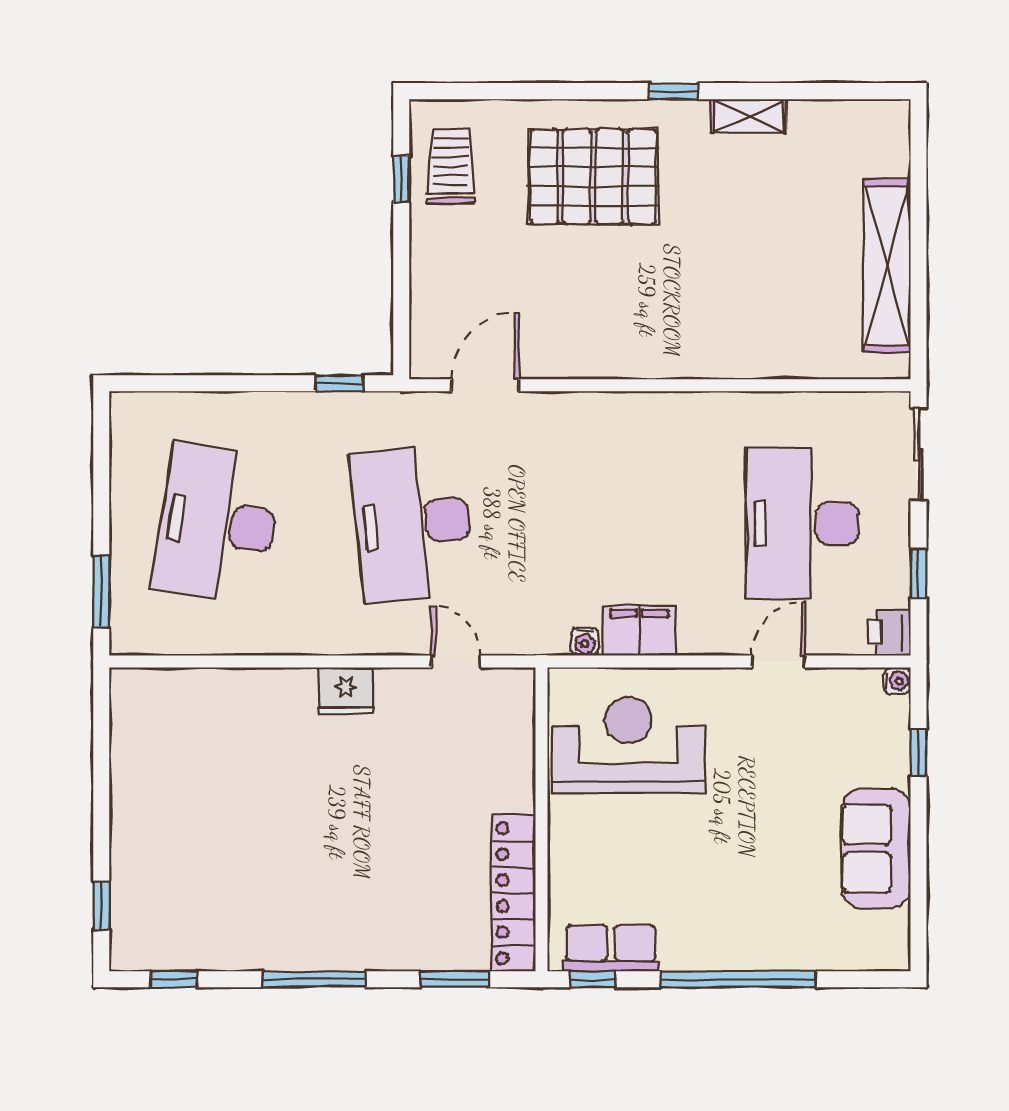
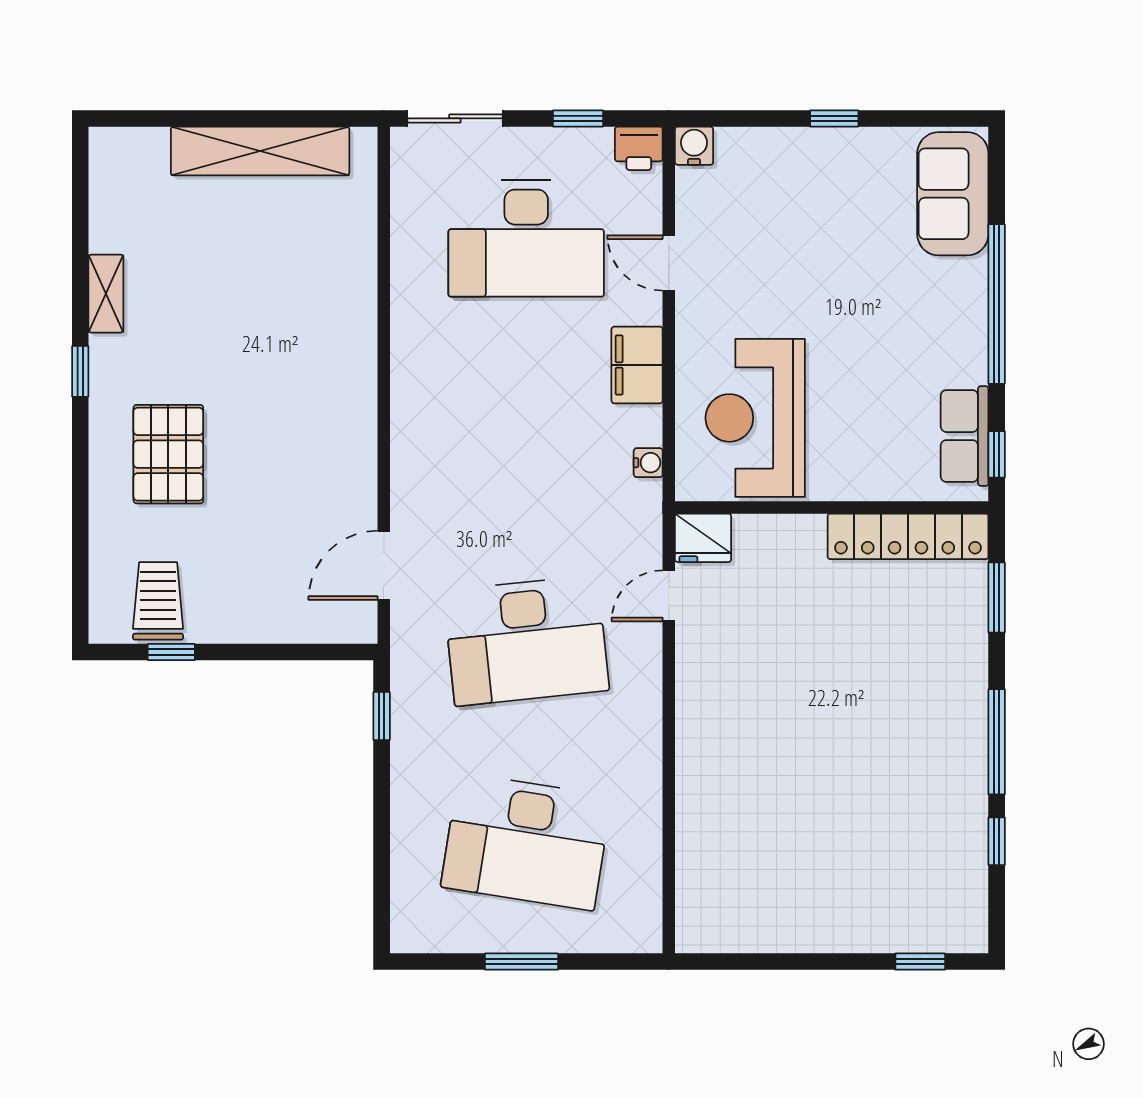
trolley: (451, 167) -> (158, 601), turned 90
pallet: (593, 177) -> (168, 454), width x0.73, depth x0.71
door: (485, 385) -> (384, 565), hinge flipped
window: (101, 591) -> (521, 962), moved
filing cabinet: (639, 631) -> (637, 365), moved
water cooler: (897, 681) -> (694, 146), width x1.38, depth x1.38
fridge: (346, 691) -> (703, 538), moved, turned 90
window: (918, 753) -> (834, 118), moved
sofa: (876, 849) -> (953, 194), moved, turned 90
window: (174, 979) -> (997, 841), moved

